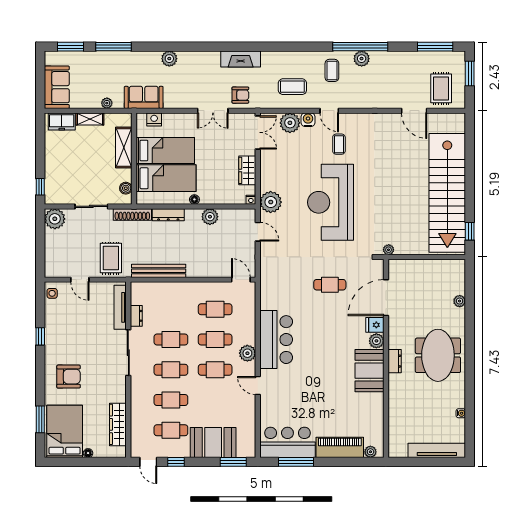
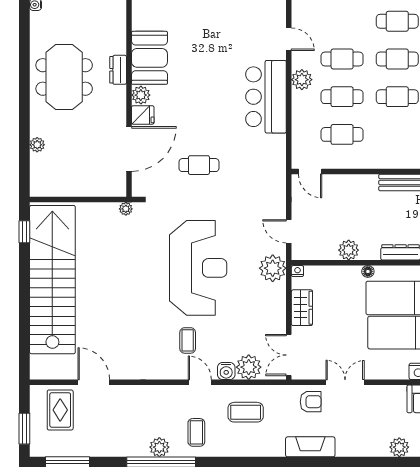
armchair: (240, 95) -> (311, 402), turned 180

